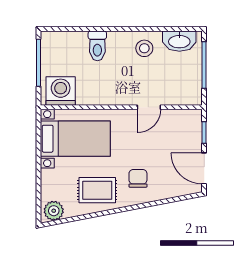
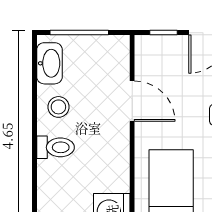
toilet: (97, 46) -> (55, 147), moved
door: (149, 107) -> (132, 101), width x1.38

